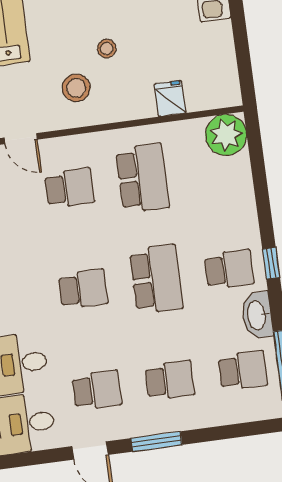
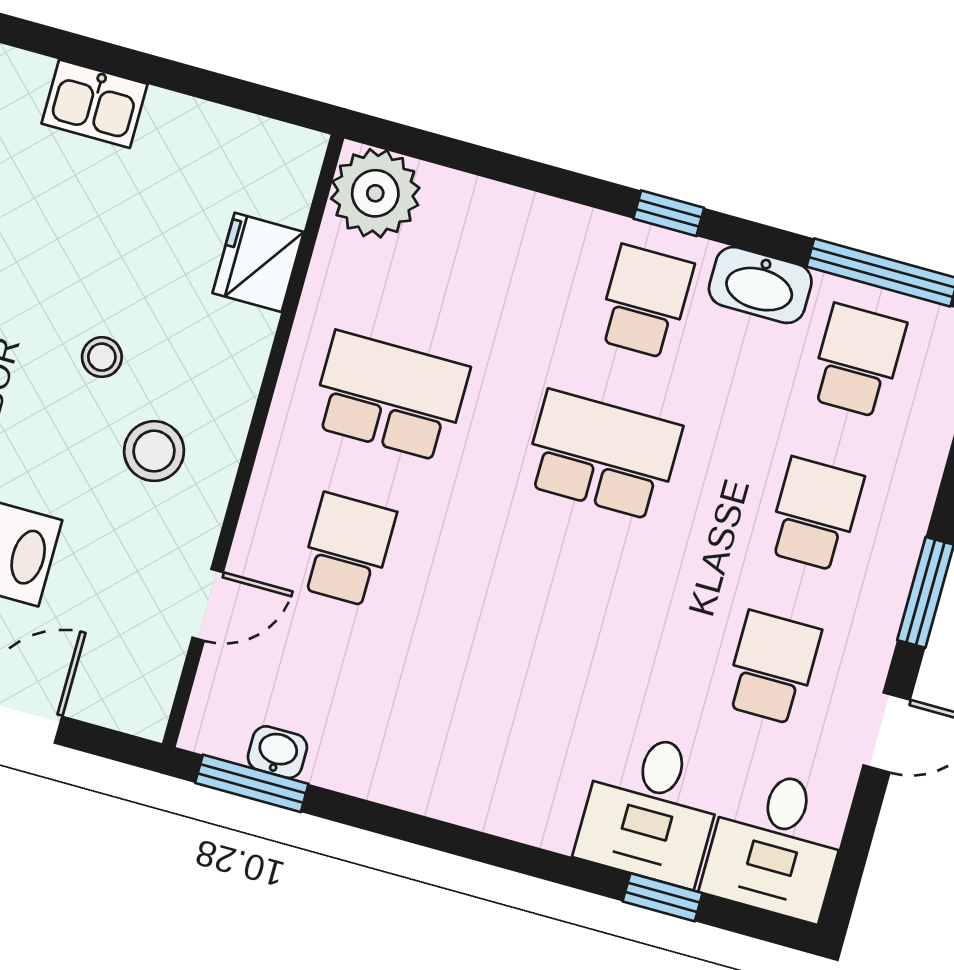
fridge: (170, 98) -> (258, 262), width x1.38
school desk: (83, 289) -> (560, 609), removed

